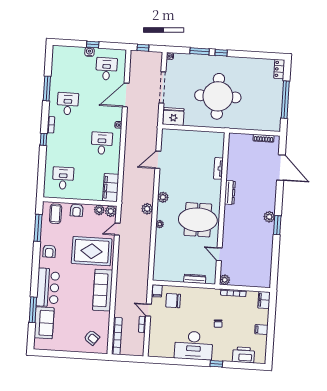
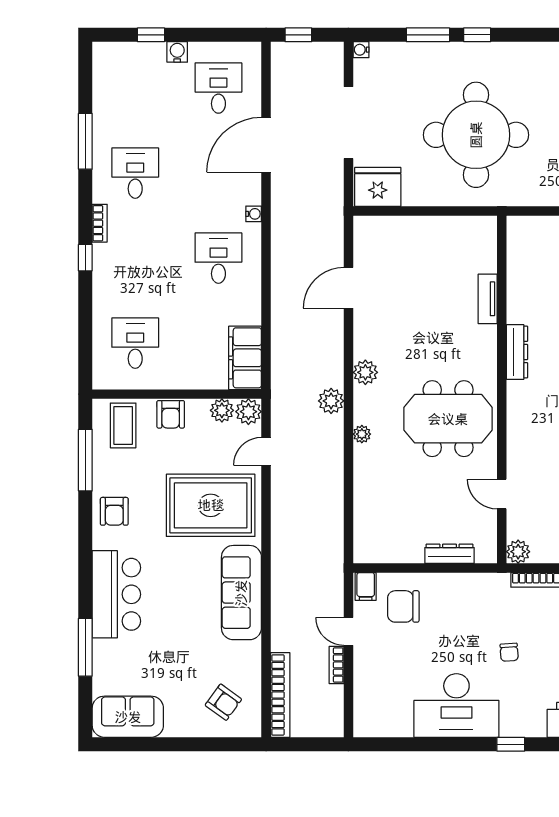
window: (93, 45) -> (151, 35), moved
sofa: (44, 323) -> (128, 717), moved, turned -90

